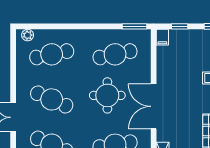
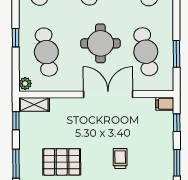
window: (134, 26) -> (177, 54), moved
double door: (154, 106) -> (108, 94), moved

